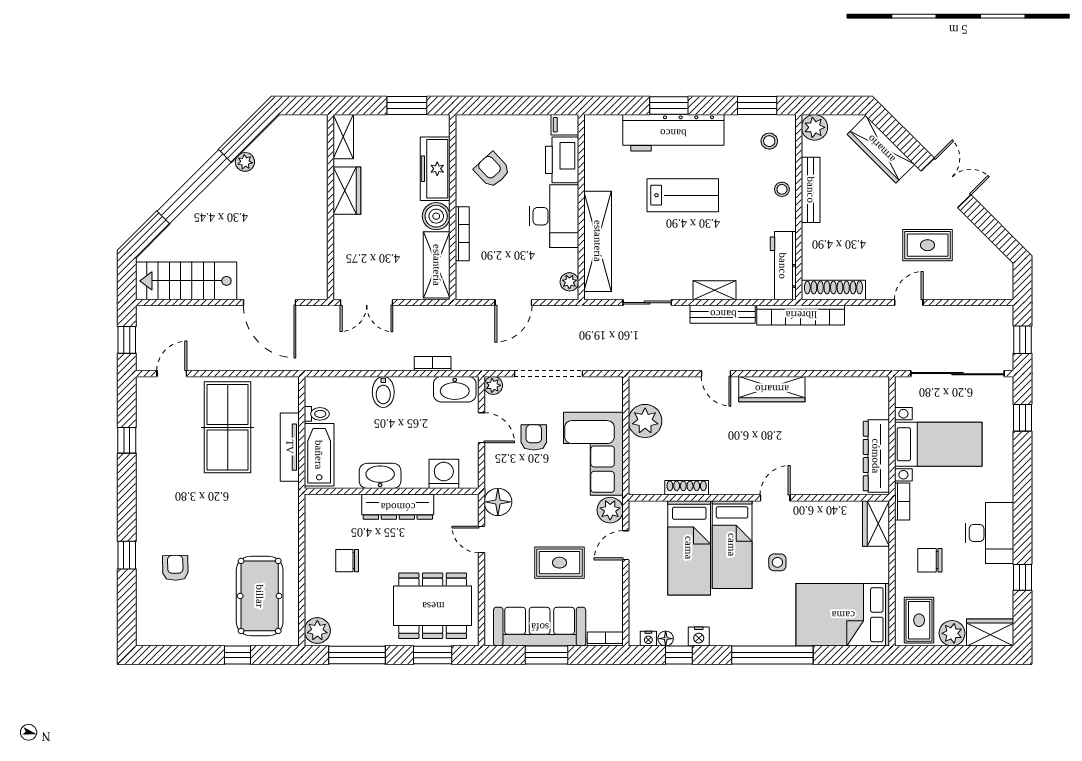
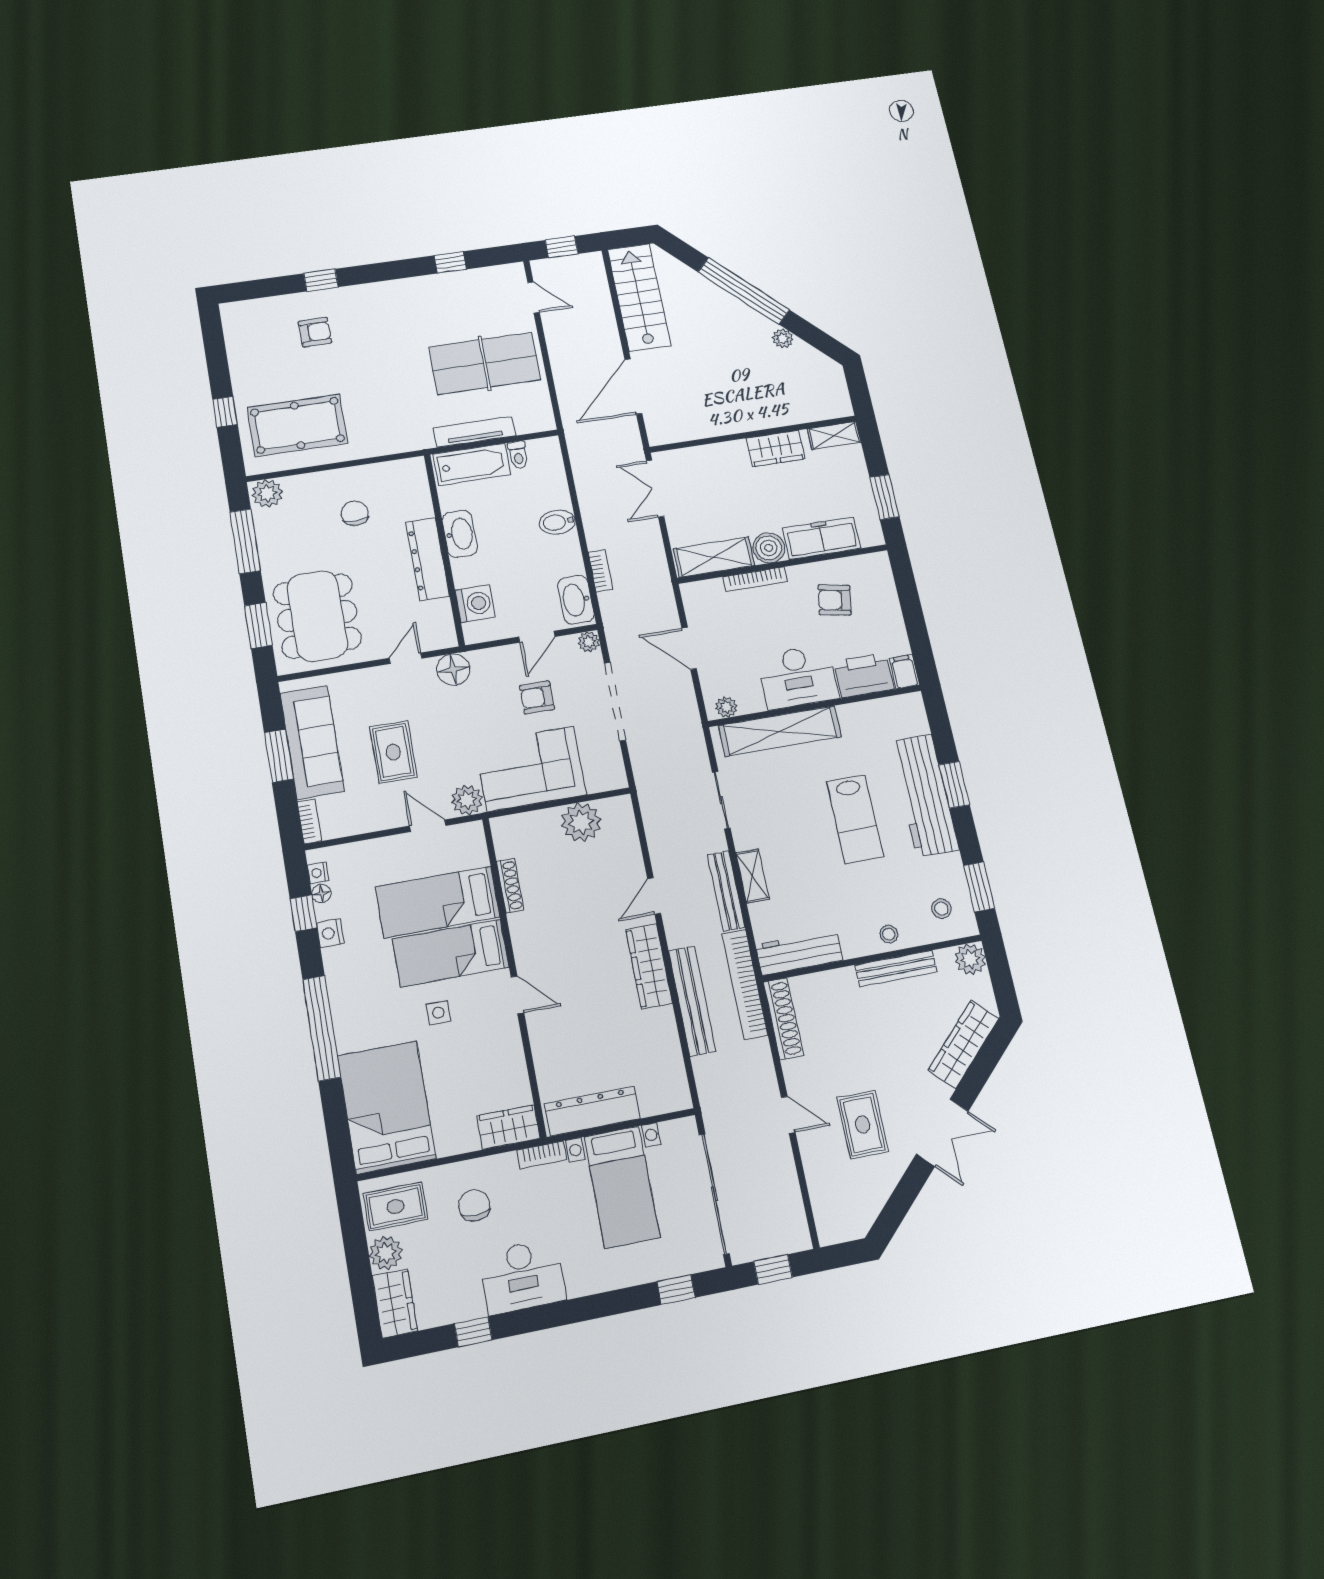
armchair: (492, 170) -> (834, 600), turned -127
bench: (806, 360) -> (692, 1001), added
armchair: (534, 437) -> (537, 697), turned 180

